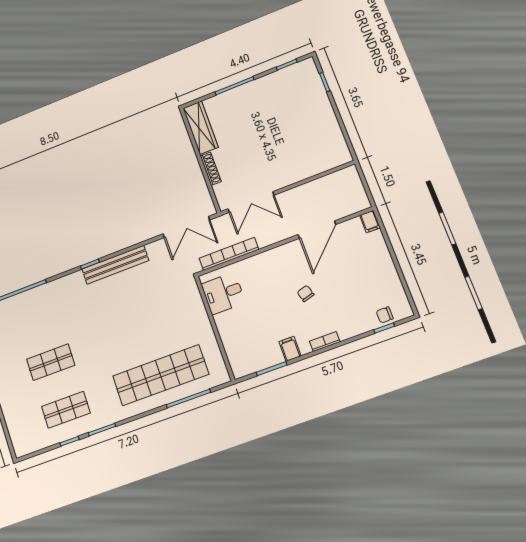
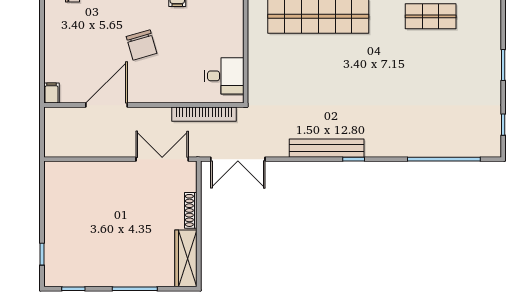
double door: (186, 227) -> (238, 159), swing flipped
chair: (306, 293) -> (142, 45), width x1.87, depth x1.87
shop shelf: (51, 362) -> (431, 71), removed

